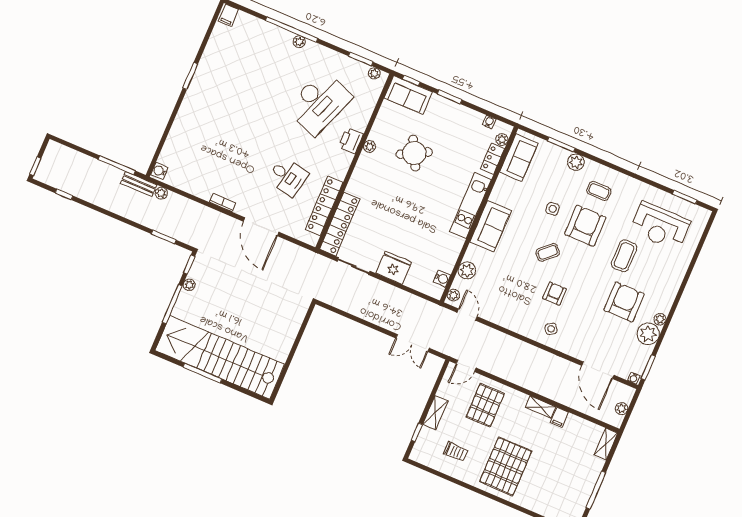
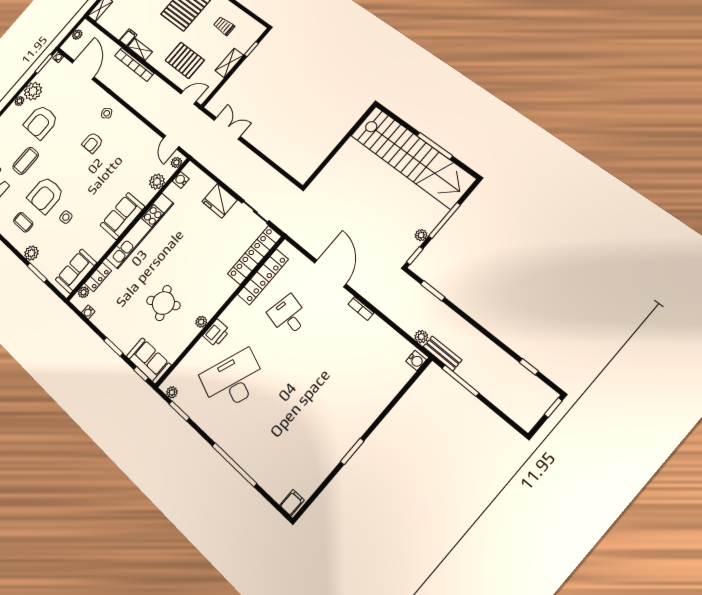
plant: (299, 42) -> (231, 449), removed
kitchen unit: (471, 205) -> (140, 231), width x1.36
coffee table: (548, 252) -> (84, 180), removed
bookcase: (541, 389) -> (134, 64), added
pallet: (485, 405) -> (185, 60), turned 90

